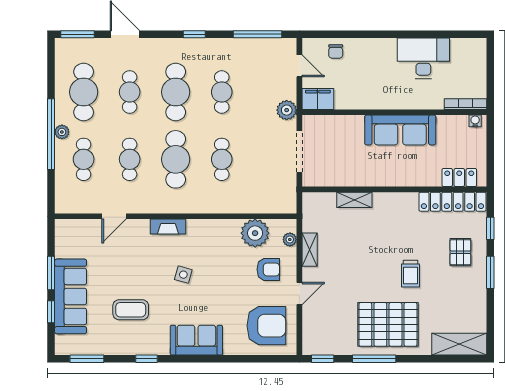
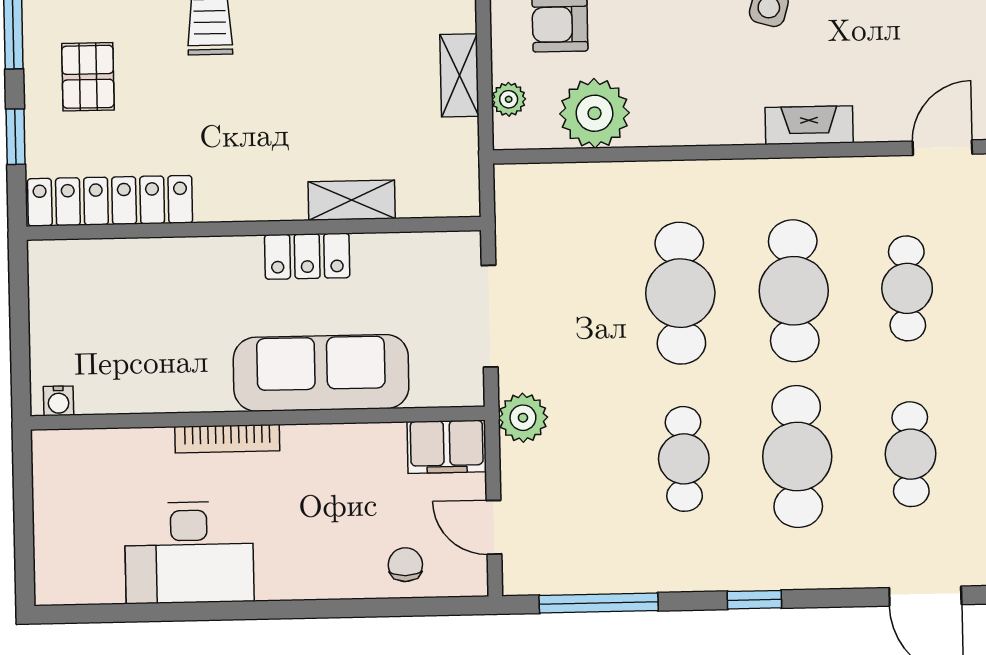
bookcase: (466, 104) -> (227, 439), moved
sofa: (400, 130) -> (321, 373), moved
cafe table: (222, 159) -> (680, 293), width x1.37, depth x1.35
locker: (459, 177) -> (307, 256), moved

